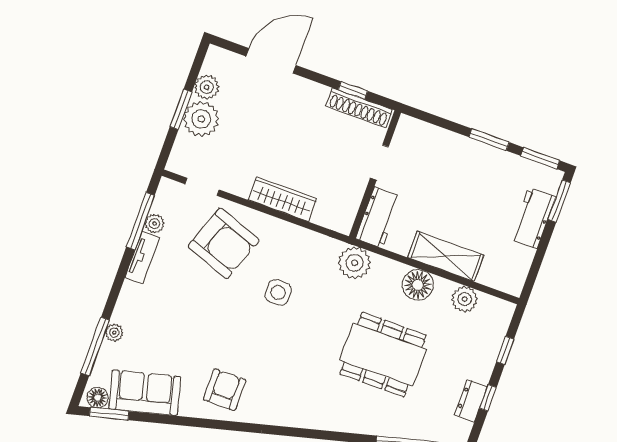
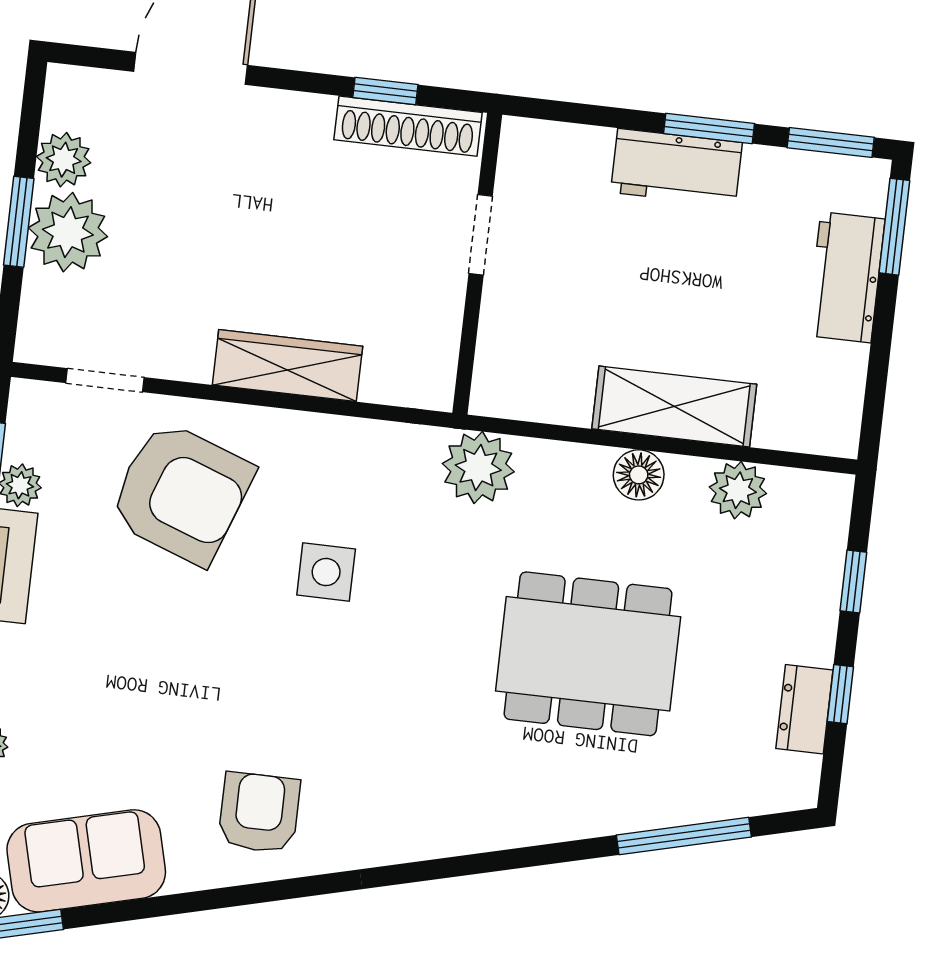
workbench: (378, 217) -> (677, 167), moved, turned 90
floor lamp: (418, 285) -> (639, 475), width x0.73, depth x0.73

